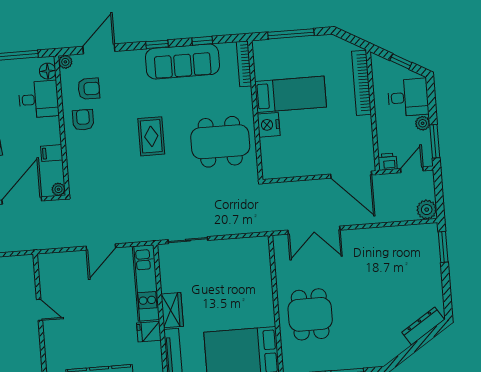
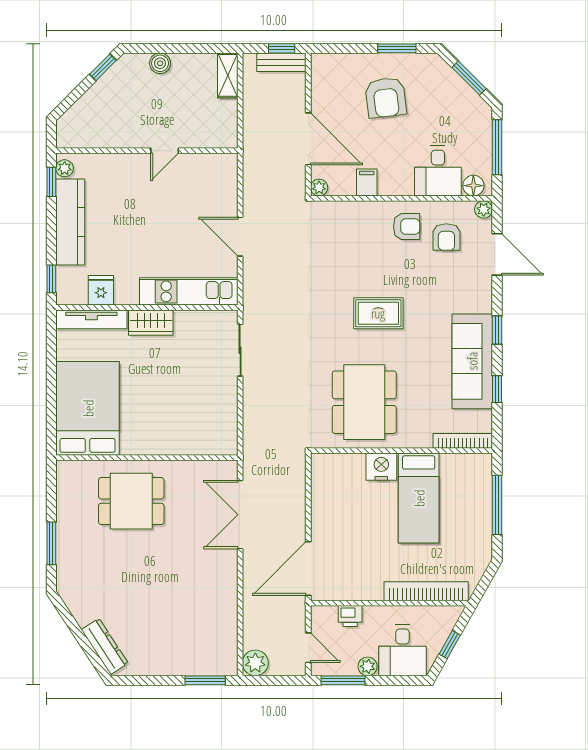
printer: (388, 162) -> (350, 616), moved, turned 90
fridge: (149, 332) -> (101, 290), moved

